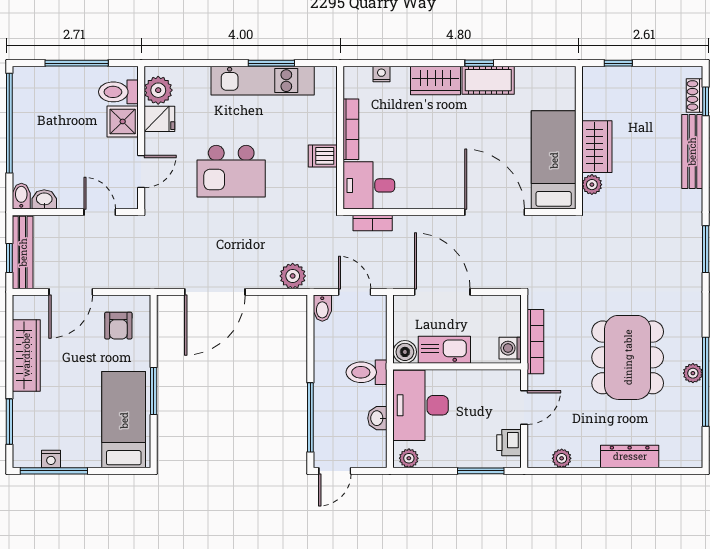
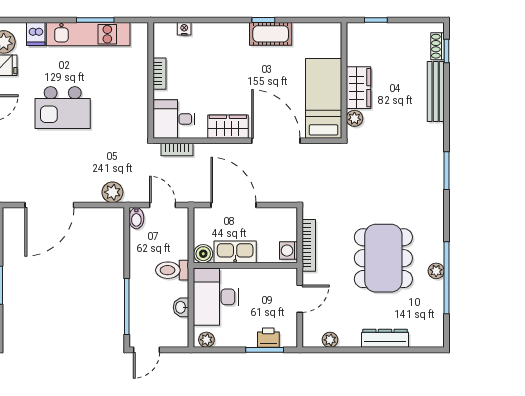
wardrobe: (435, 80) -> (228, 127), moved, turned 180
bookcase: (351, 129) -> (160, 74), width x0.64
dishwasher: (323, 156) -> (36, 34), moved, turned -90
printer: (509, 443) -> (268, 338), moved, turned 90

